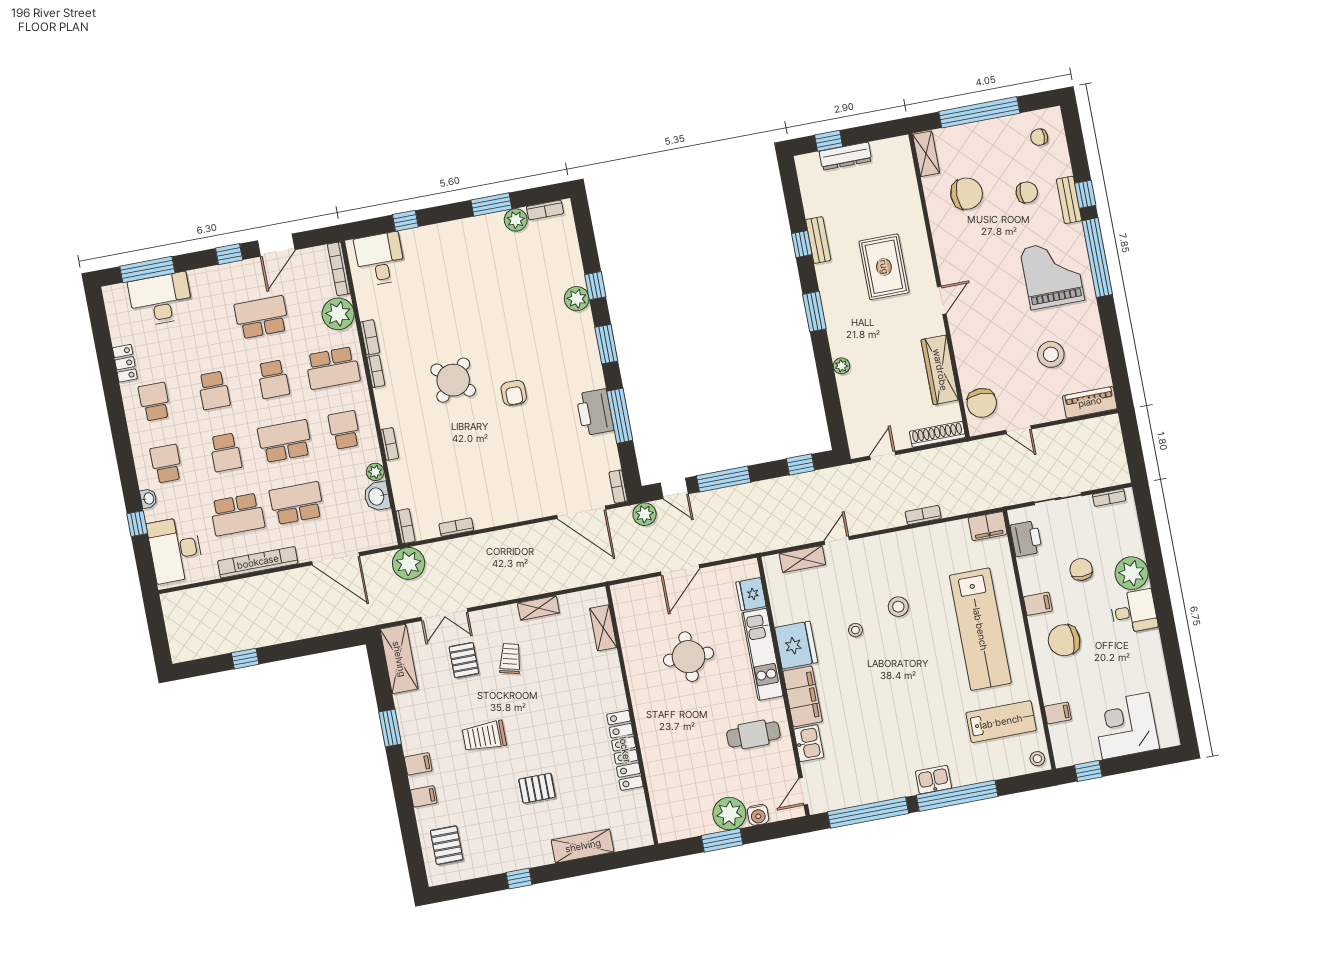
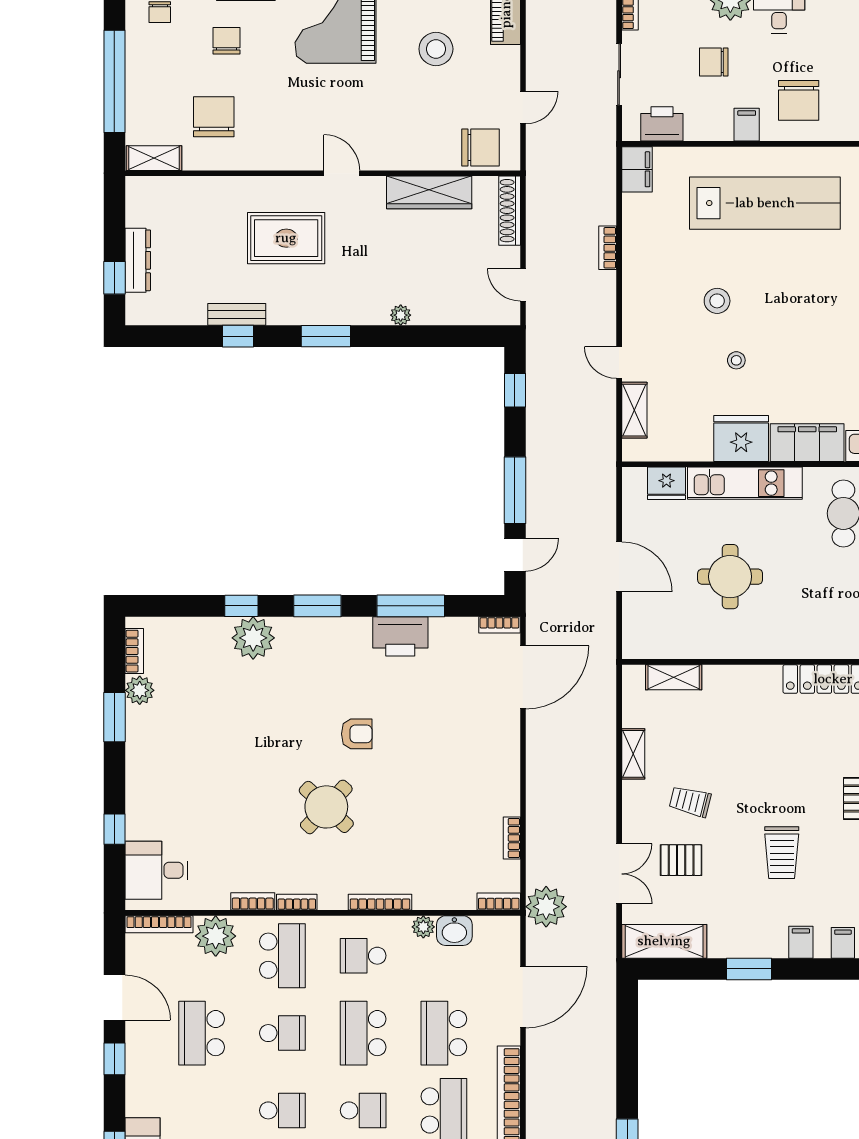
plant: (577, 299) -> (253, 638), width x1.36, depth x1.36
bookcase: (390, 444) -> (380, 902), width x1.56
plant: (645, 514) -> (540, 598), removed

